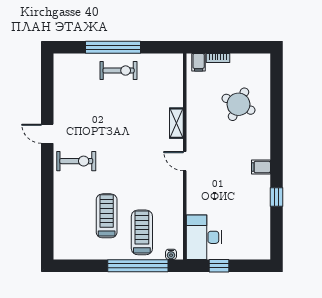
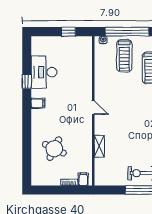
shelving: (176, 123) -> (99, 146), moved
desk: (204, 237) -> (44, 72), moved, turned 180

